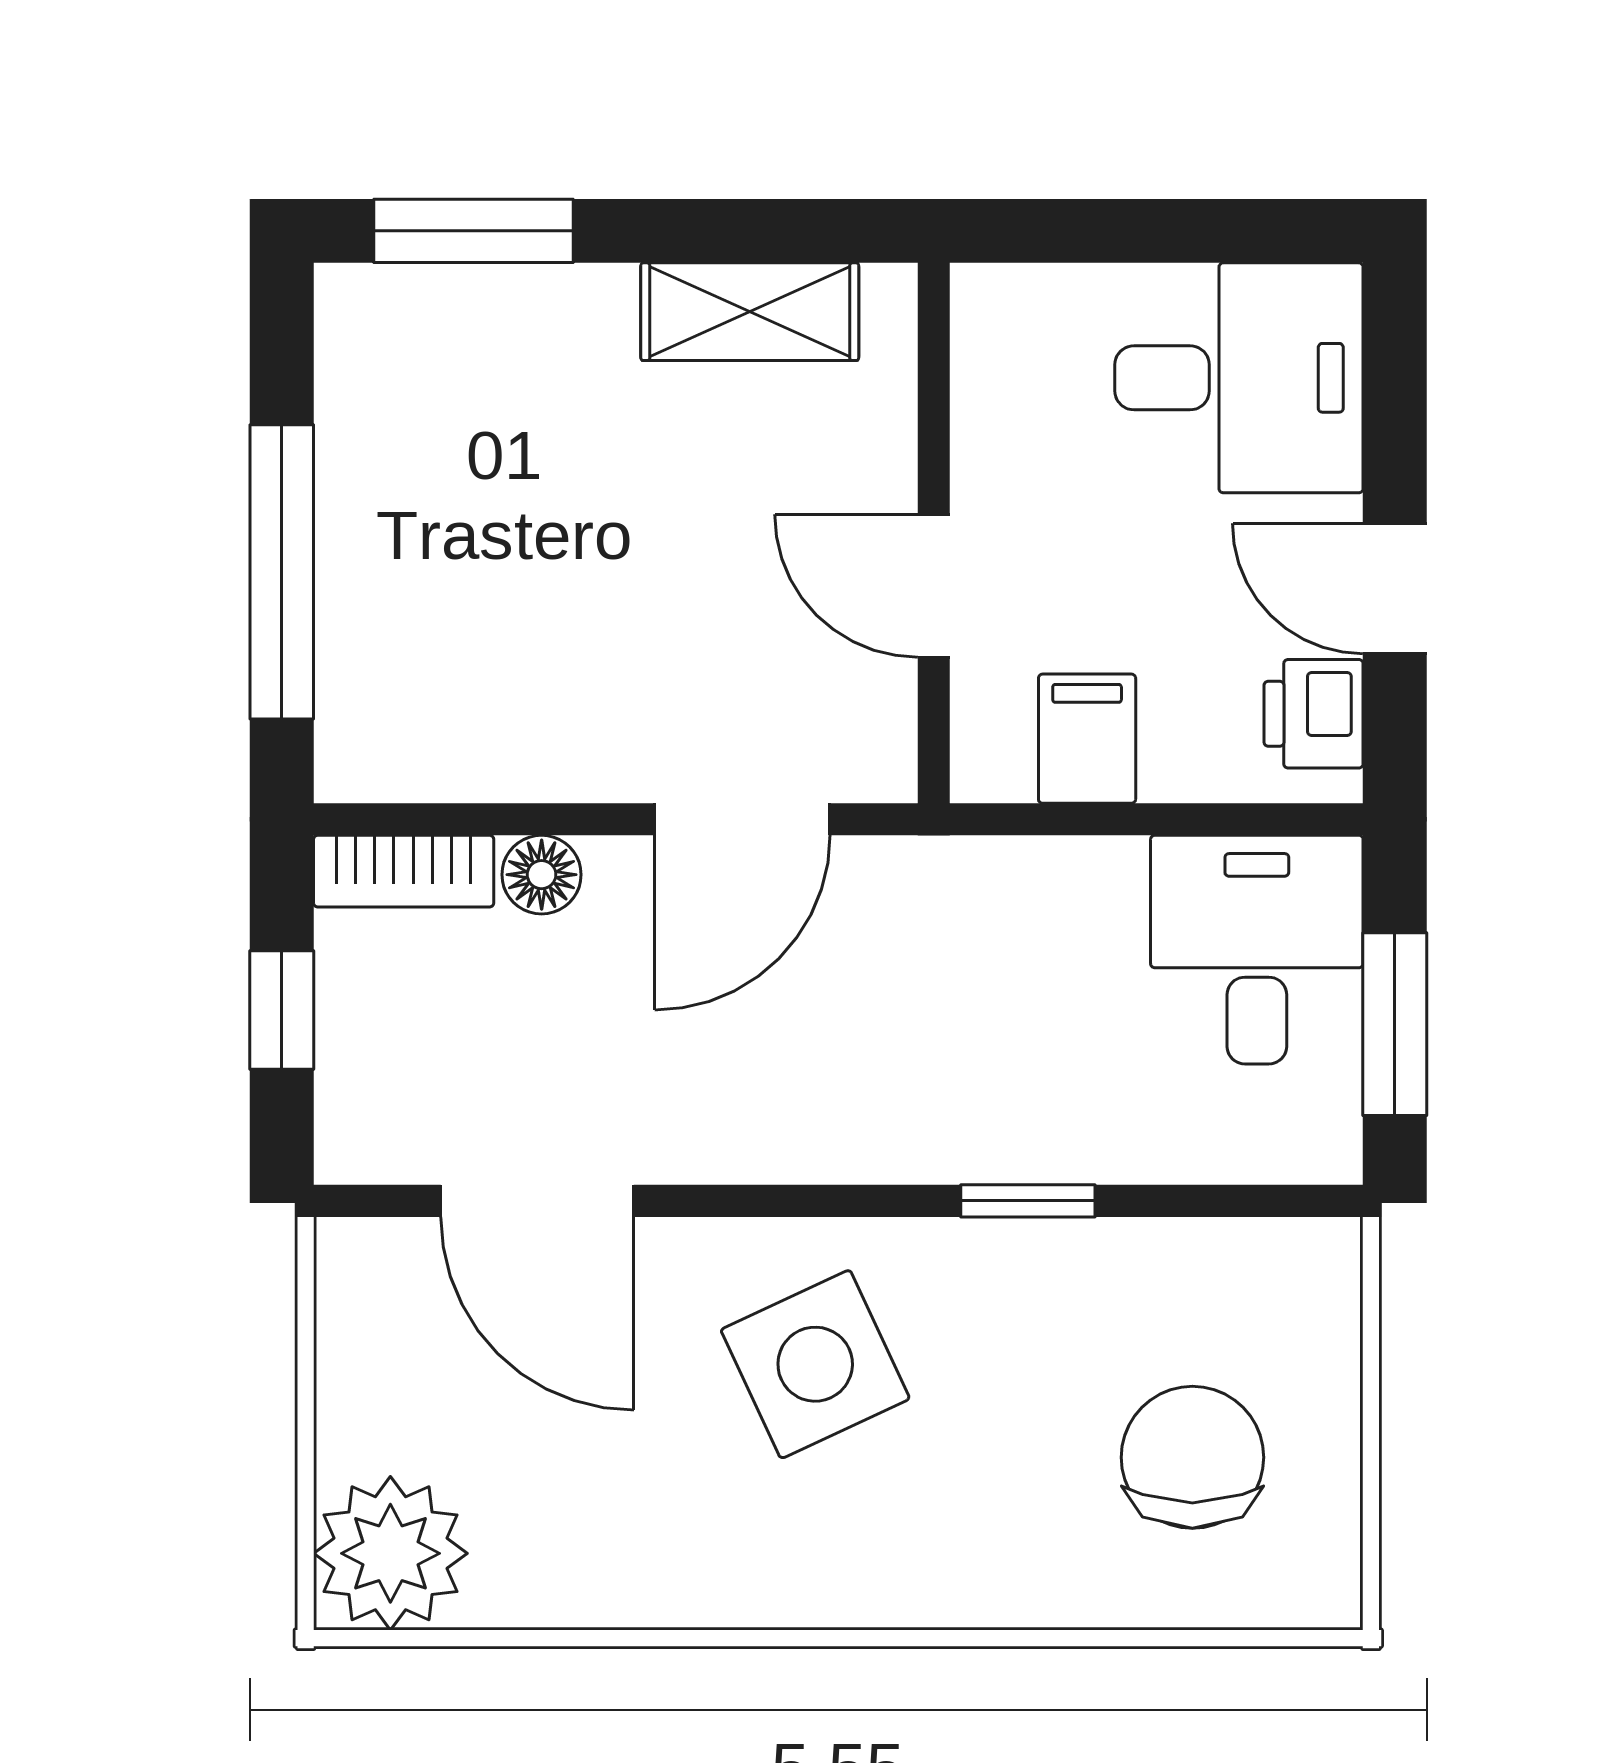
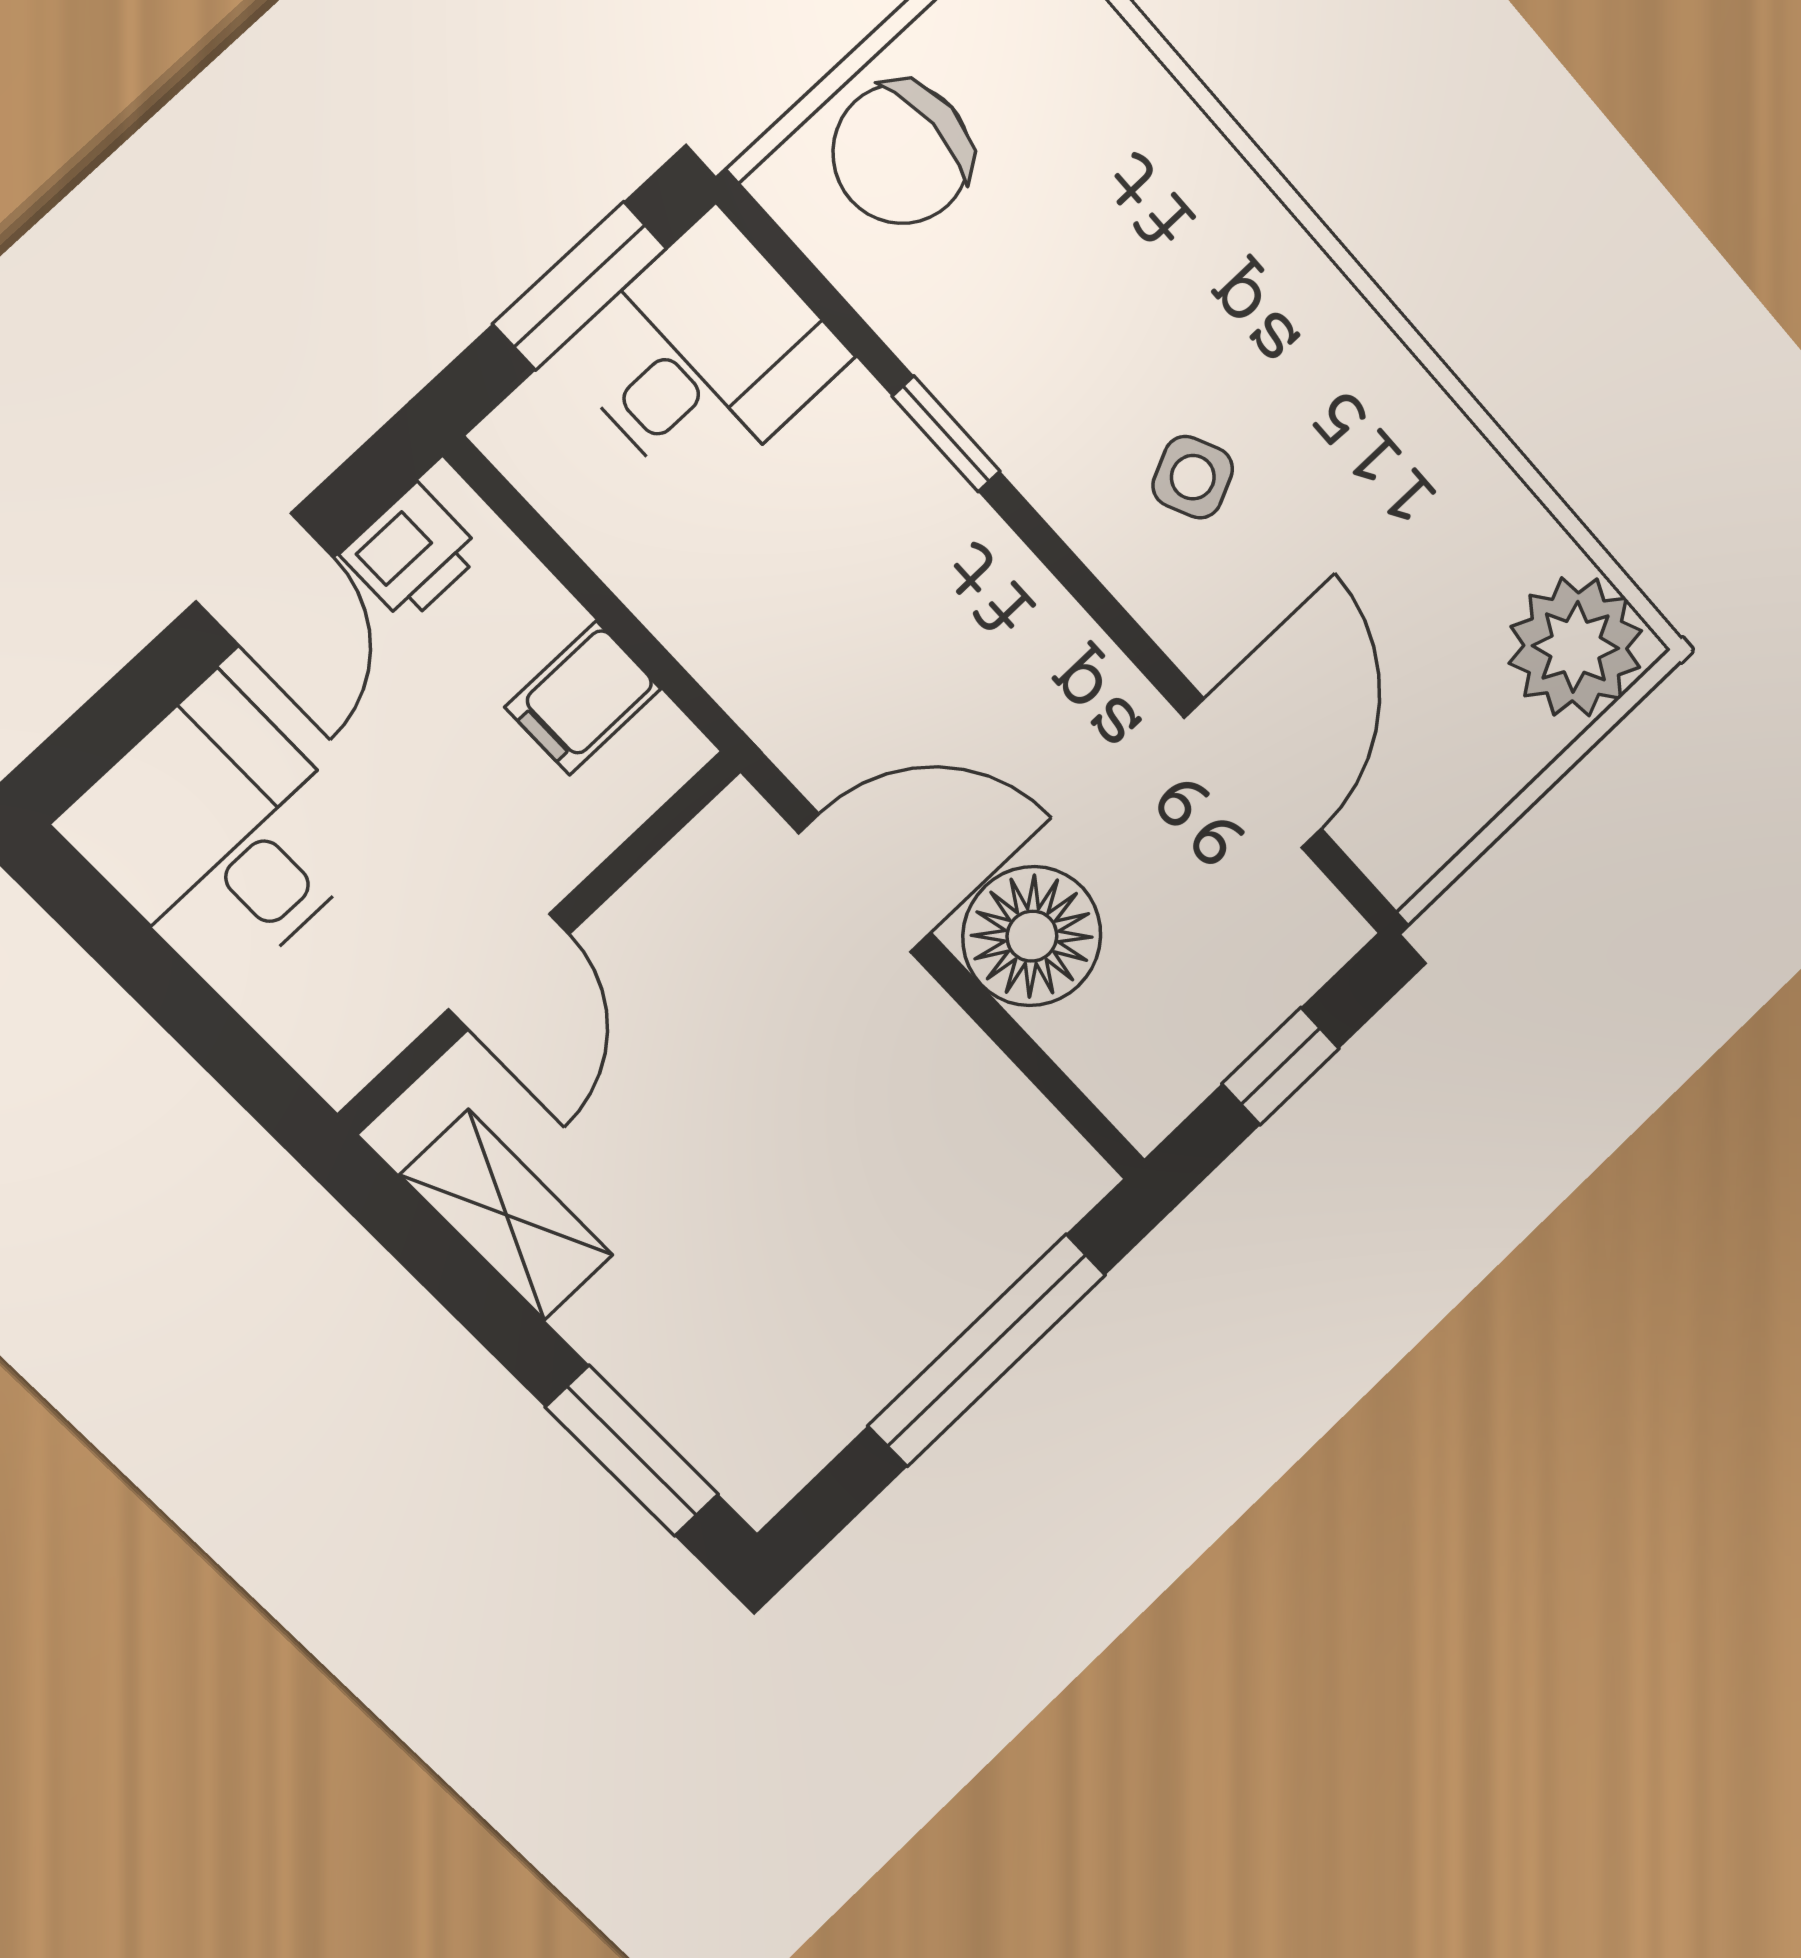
door: (934, 586) -> (509, 972), moved
bookcase: (404, 871) -> (1113, 1076), removed
floor lamp: (542, 875) -> (1032, 936), width x1.89, depth x1.89
desk: (1257, 950) -> (705, 356), moved, turned 180
side table: (815, 1364) -> (1193, 477), width x0.54, depth x0.54
chair: (1192, 1457) -> (901, 154), moved

